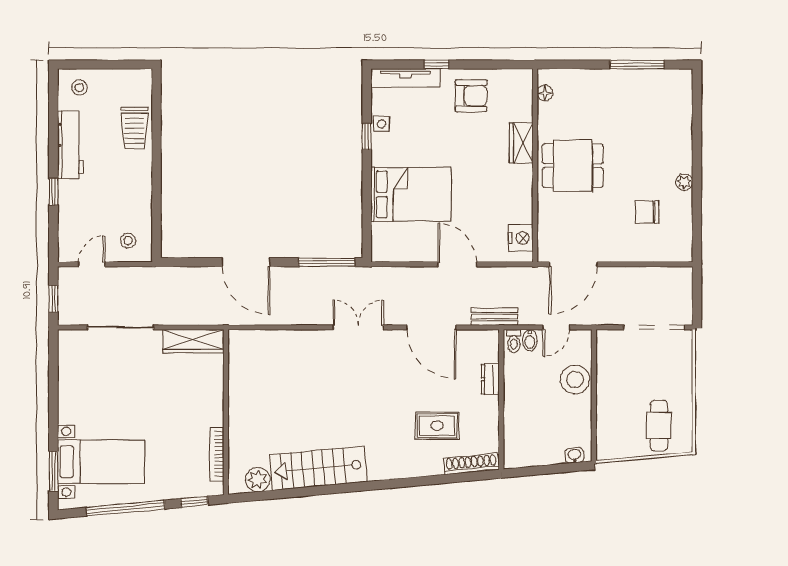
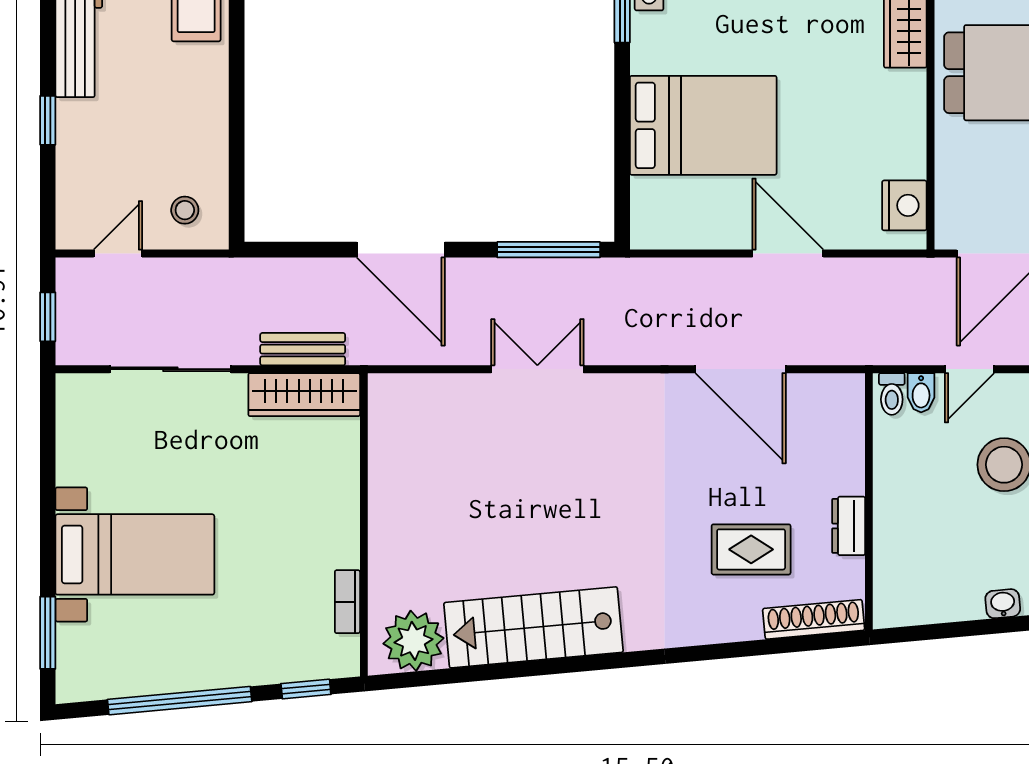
bench: (494, 316) -> (303, 349), moved
double door: (358, 327) -> (537, 369), moved
dresser: (490, 379) -> (849, 526), moved
bookcase: (217, 454) -> (347, 602), width x0.64
bed with nightstands: (101, 462) -> (135, 554), moved
plant: (258, 480) -> (413, 641), width x1.36, depth x1.36

